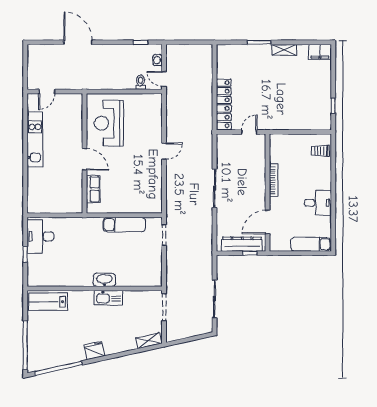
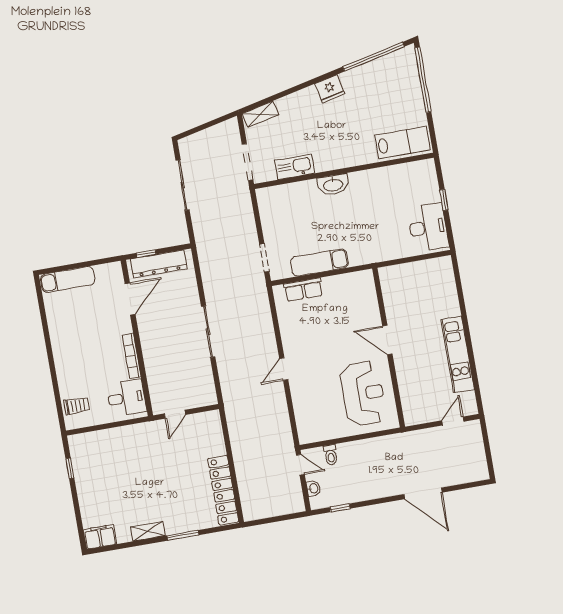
locker: (224, 104) -> (223, 490), moved
row of seats: (93, 189) -> (303, 290), moved, turned -90
desk: (318, 203) -> (126, 398), moved, turned 180
kitchen sink: (108, 298) -> (295, 167), moved

